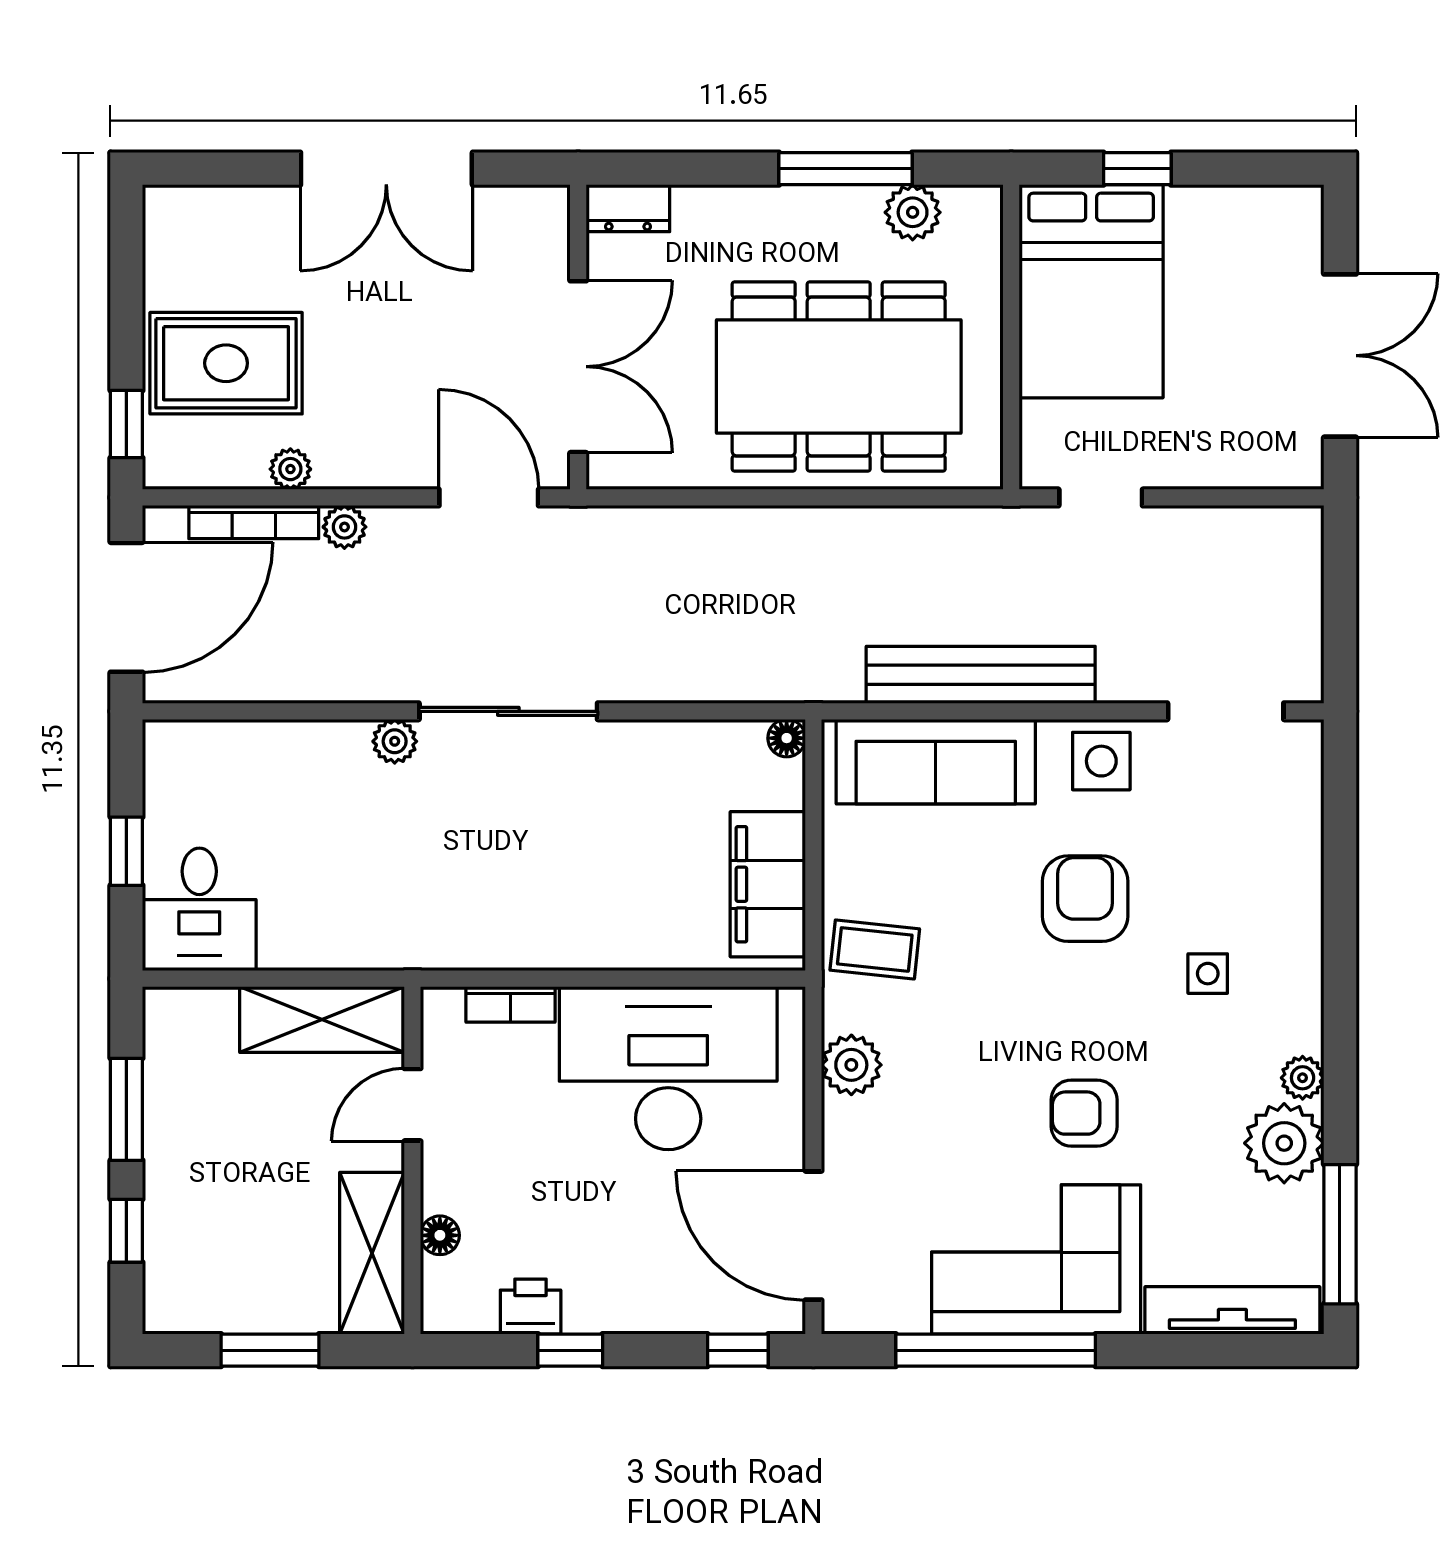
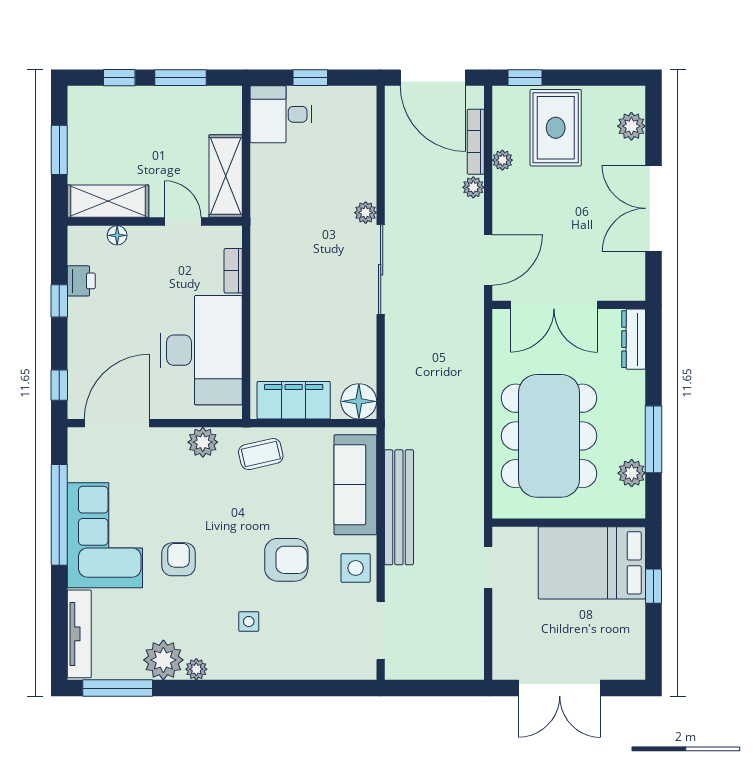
dresser: (628, 208) -> (634, 339), width x1.44
plant: (223, 213) -> (631, 126), added
floor lamp: (787, 738) -> (359, 401), width x1.89, depth x1.89
coffee table: (875, 950) -> (261, 454), turned 71

